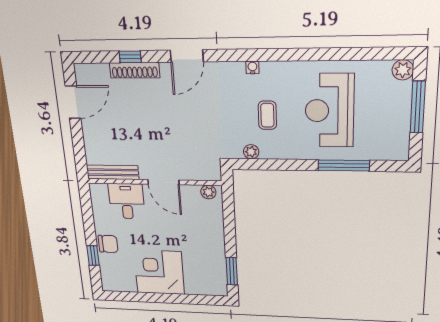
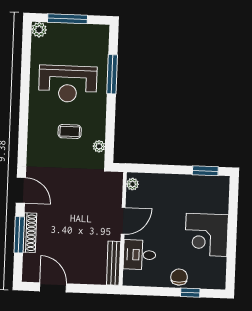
window: (130, 57) -> (19, 235), width x2.17
water cooler: (252, 67) -> (32, 140), removed

